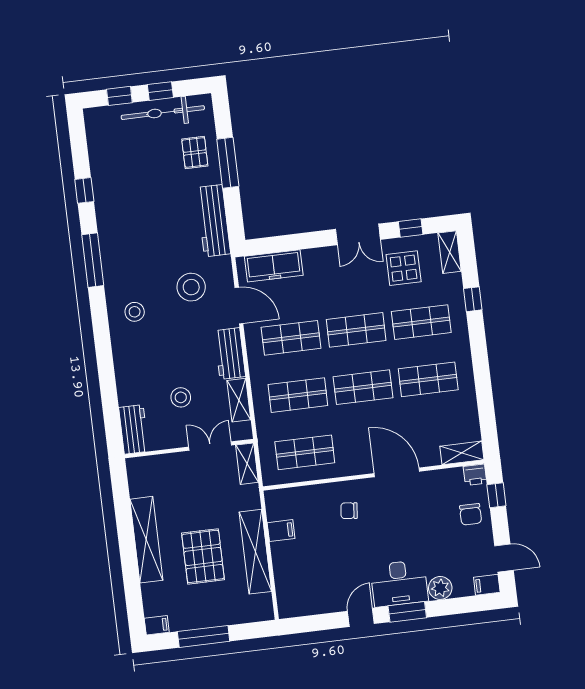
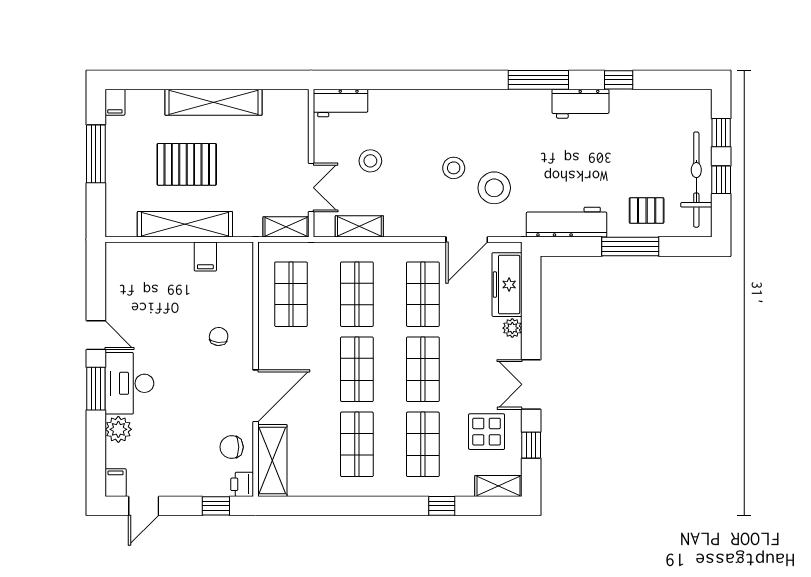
plant: (311, 257) -> (512, 328), added
stool: (135, 312) -> (454, 168), moved
workbench: (230, 354) -> (580, 104), moved, turned 180
shelving: (462, 453) -> (272, 461), width x1.50, depth x1.33
chair: (471, 514) -> (232, 447), moved

